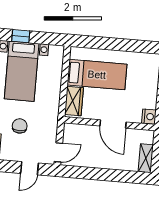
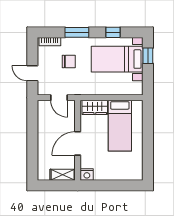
door: (58, 152) -> (59, 98), moved
shelving: (146, 158) -> (63, 175), moved

